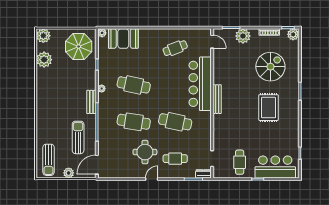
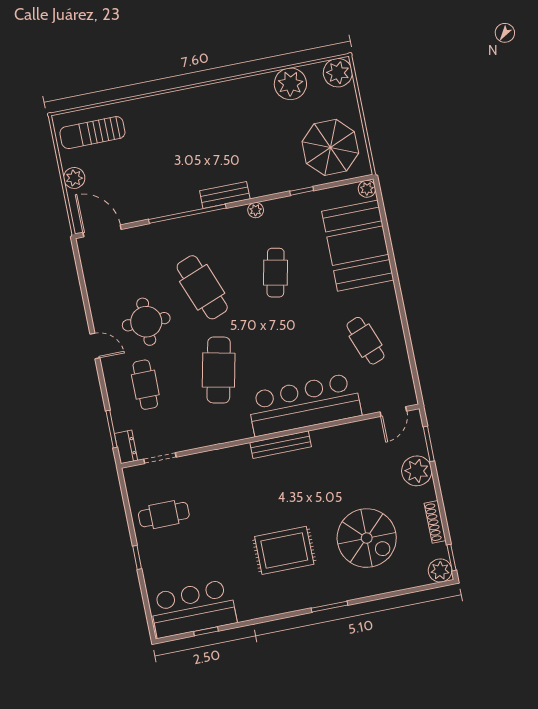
booth: (123, 39) -> (358, 246), width x1.36, depth x1.42
cafe table: (134, 85) -> (276, 273), width x0.73, depth x0.74
cafe table: (134, 122) -> (202, 287), turned -30
sun lounger: (78, 137) -> (149, 183), removed
bar counter: (275, 167) -> (193, 609), moved, turned -90

